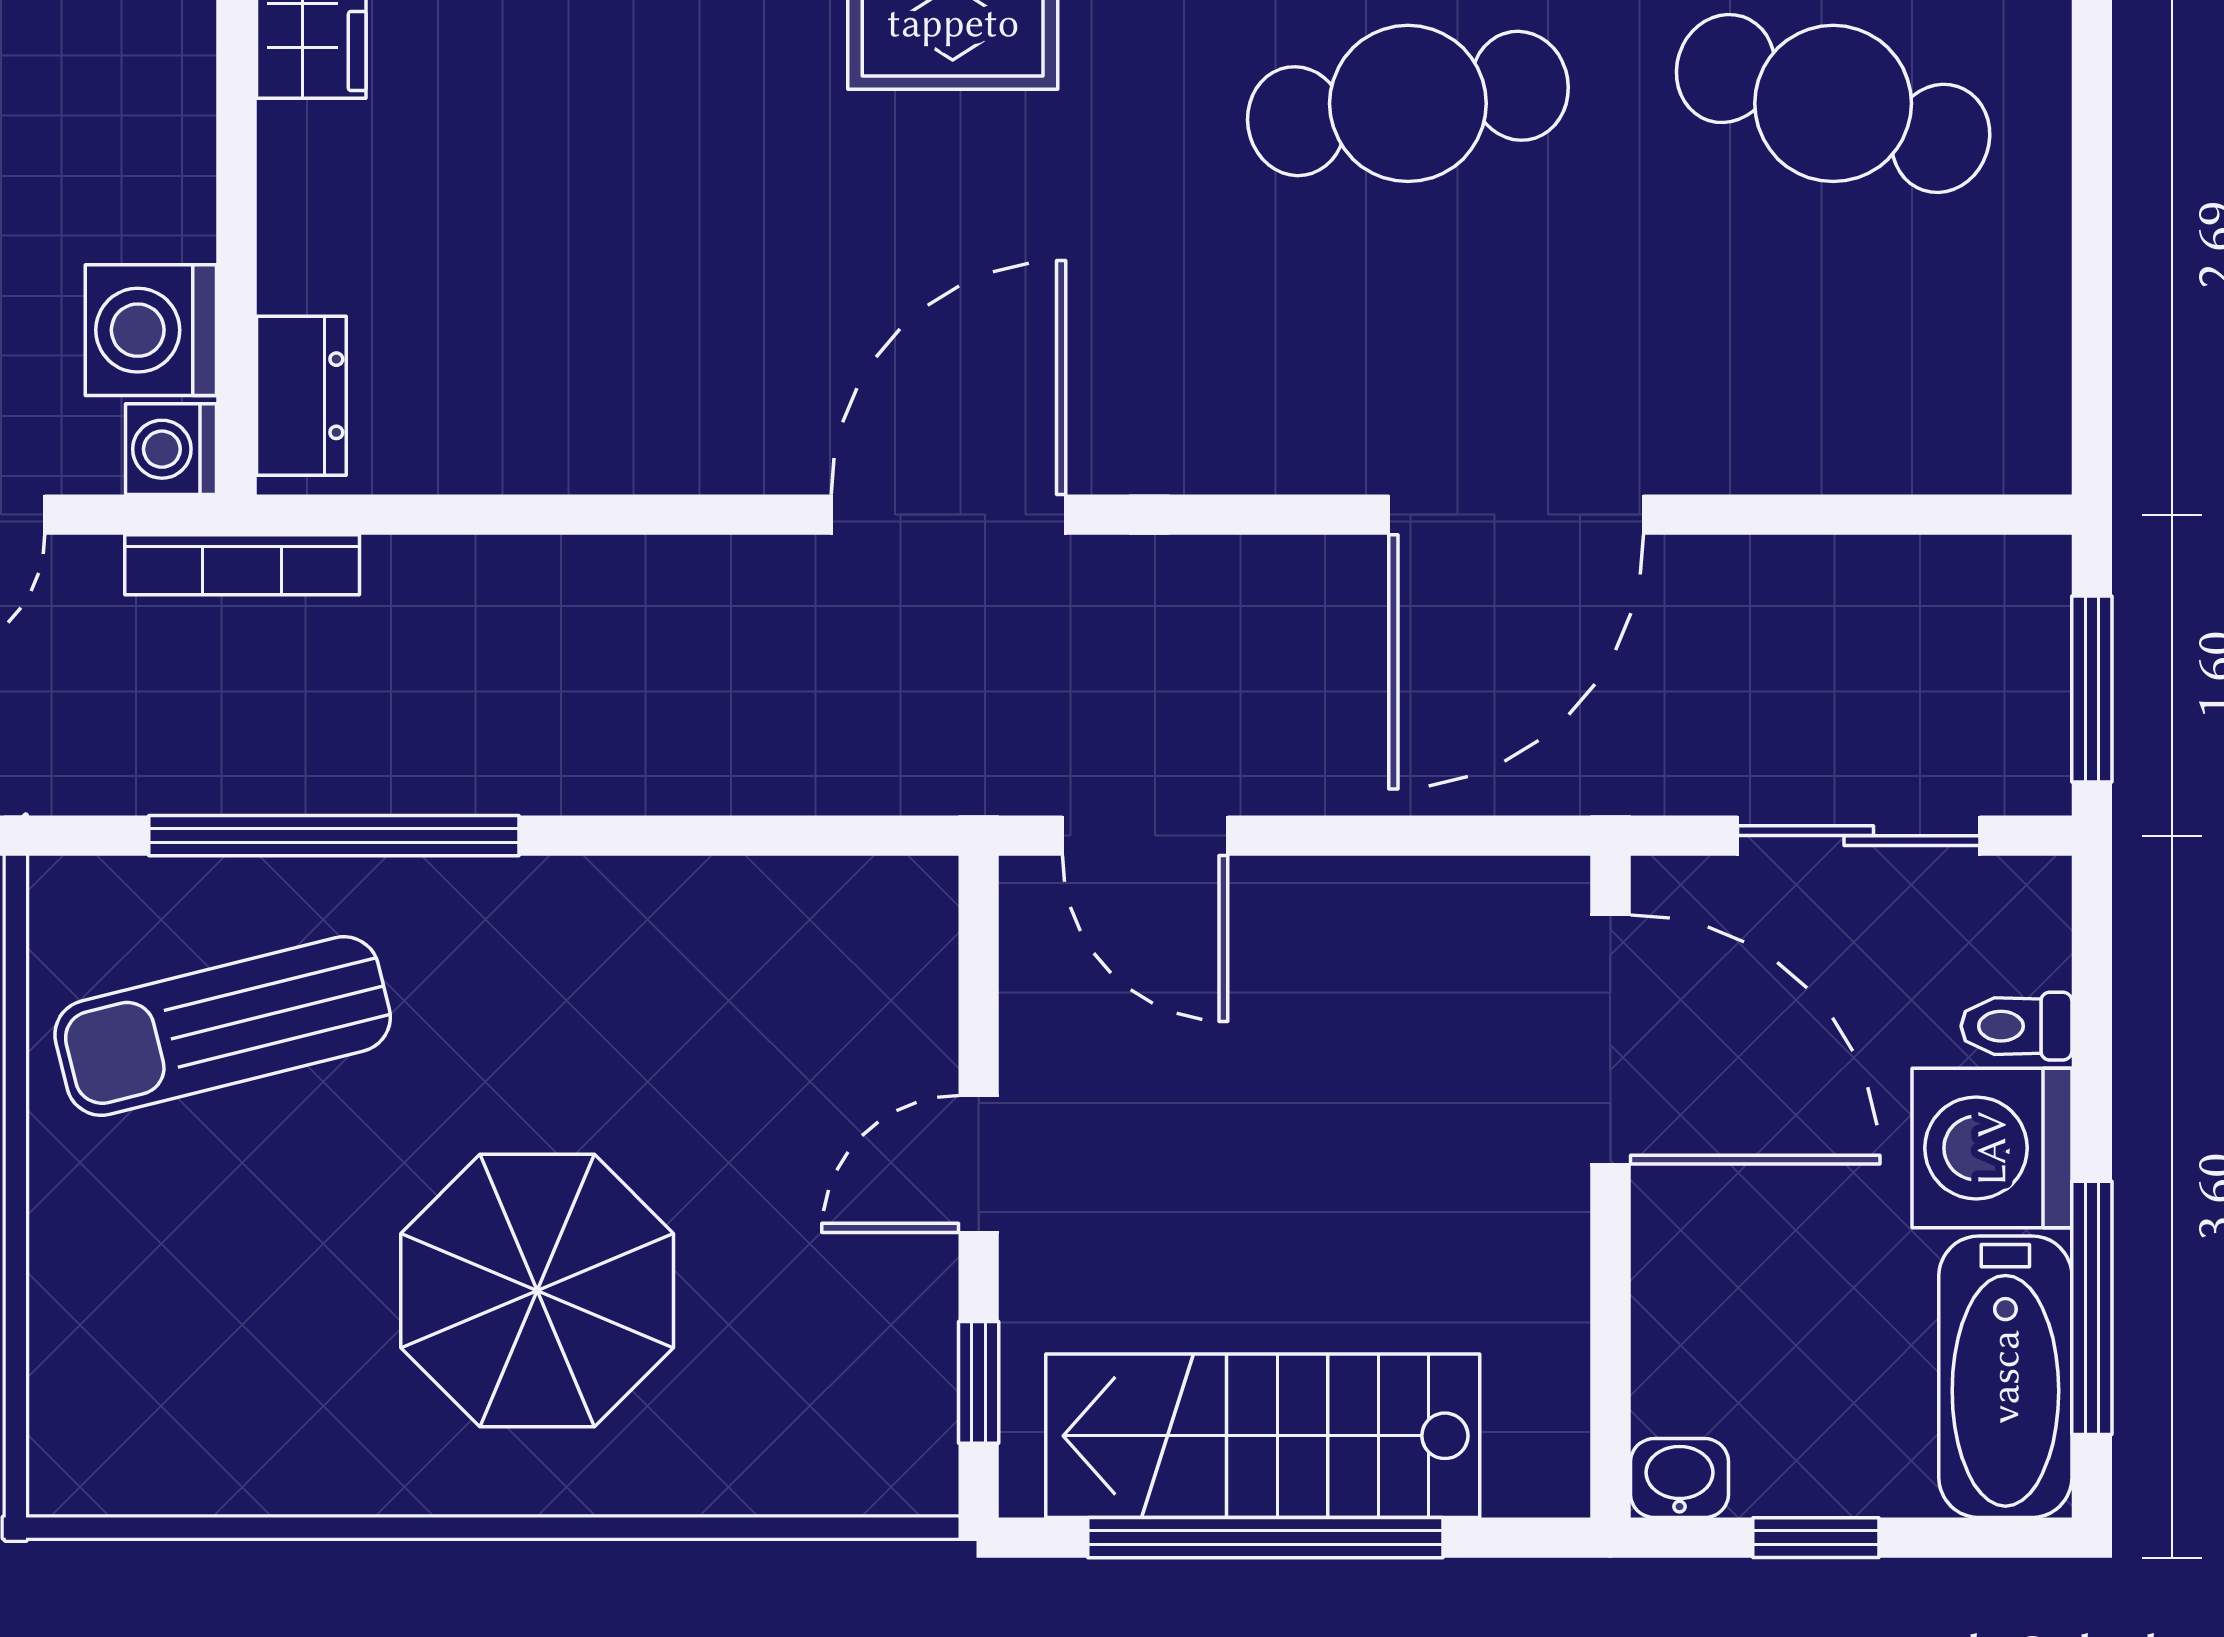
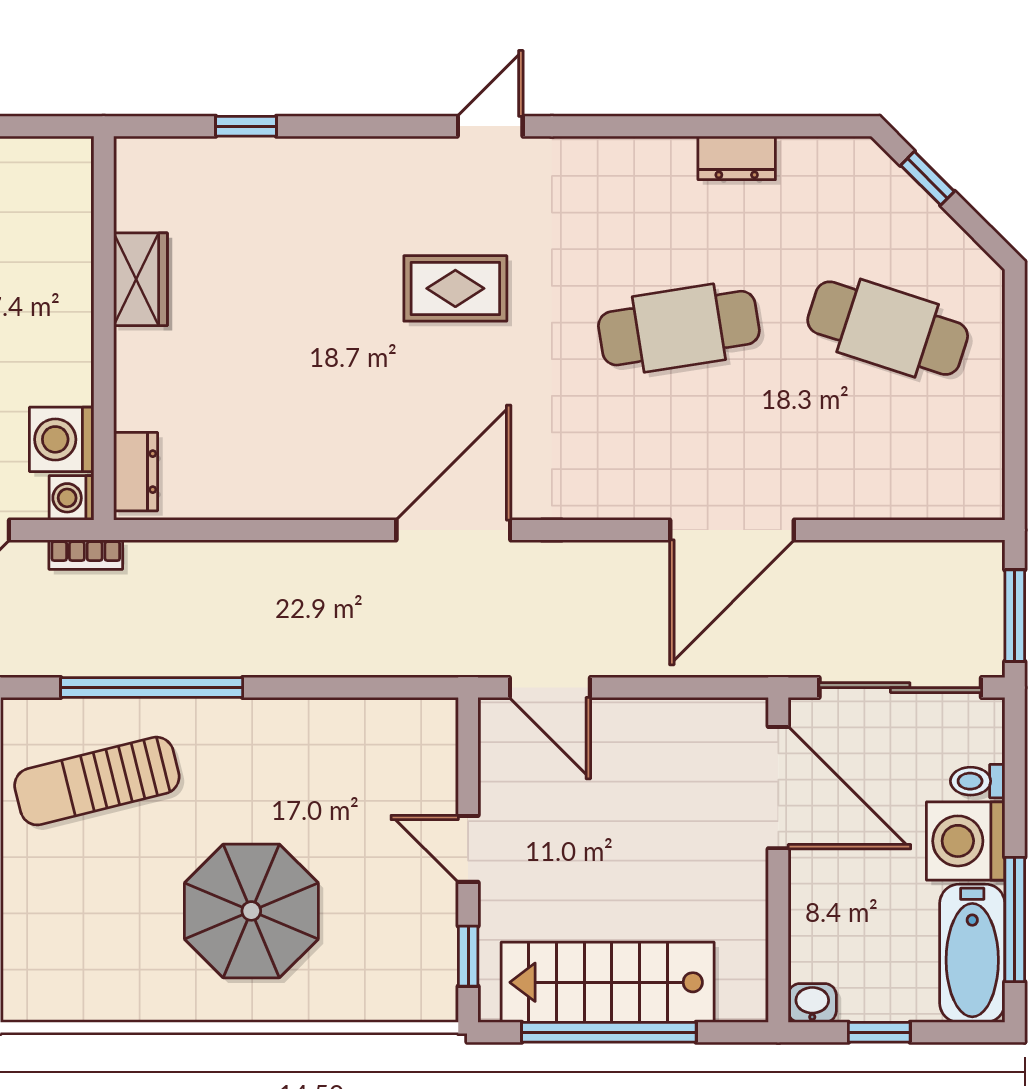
bookcase: (242, 565) -> (86, 555), width x0.64
sliding door: (1859, 836) -> (900, 688), width x1.37
door: (979, 1164) -> (468, 849), hinge flipped

